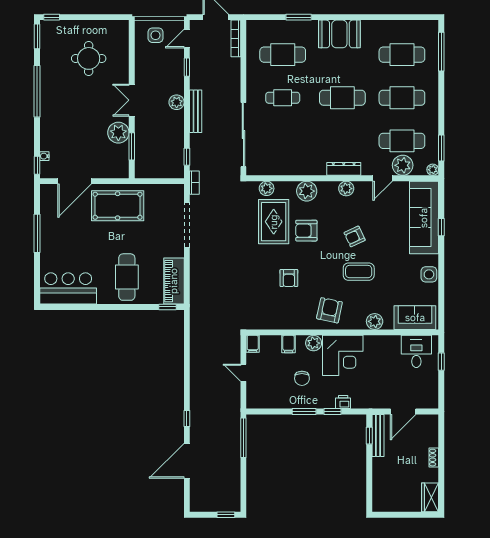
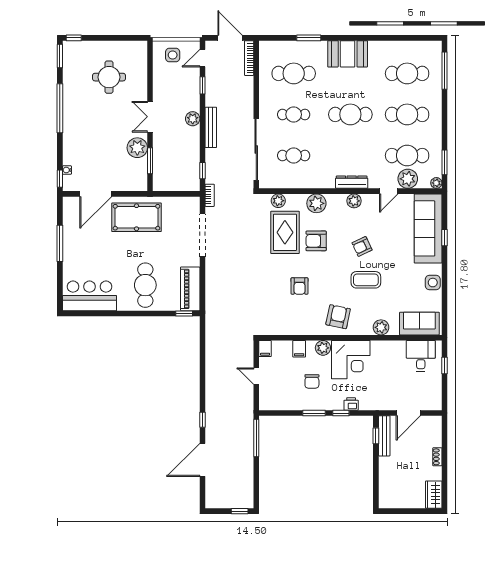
cafe table: (283, 141) -> (294, 156), added

